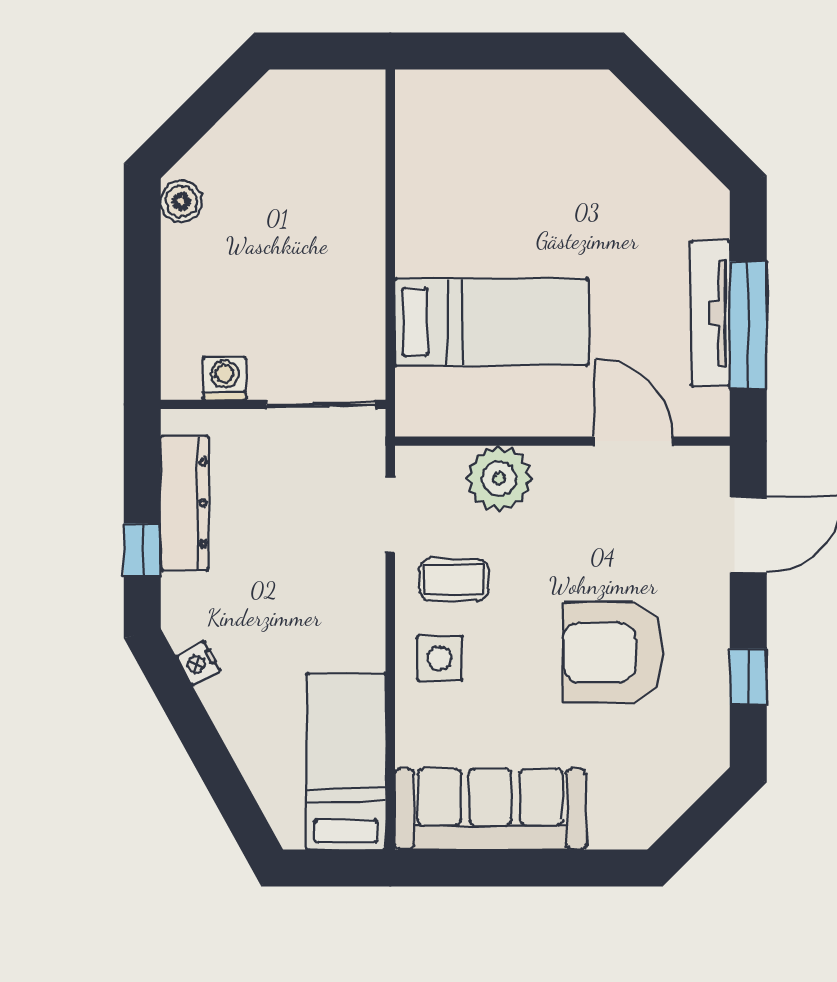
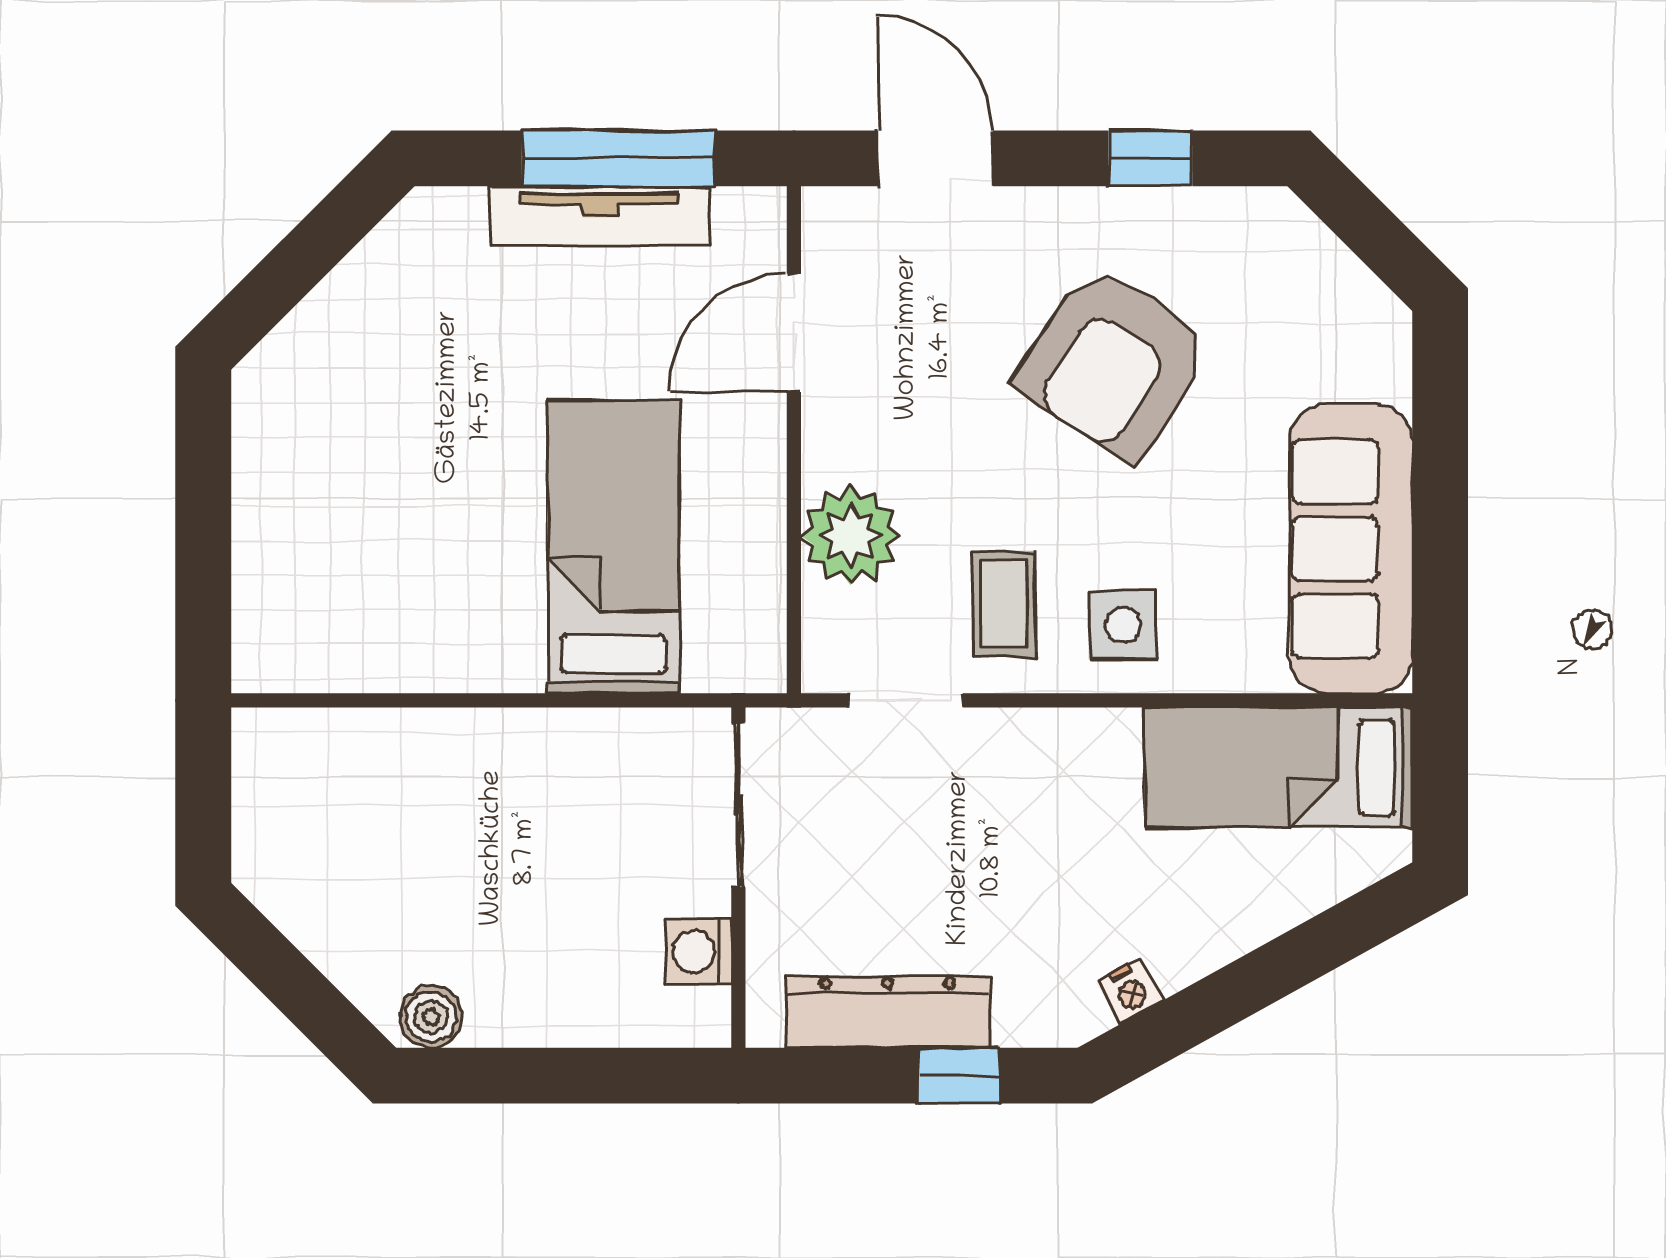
armchair: (614, 652) -> (1114, 362), turned 33

